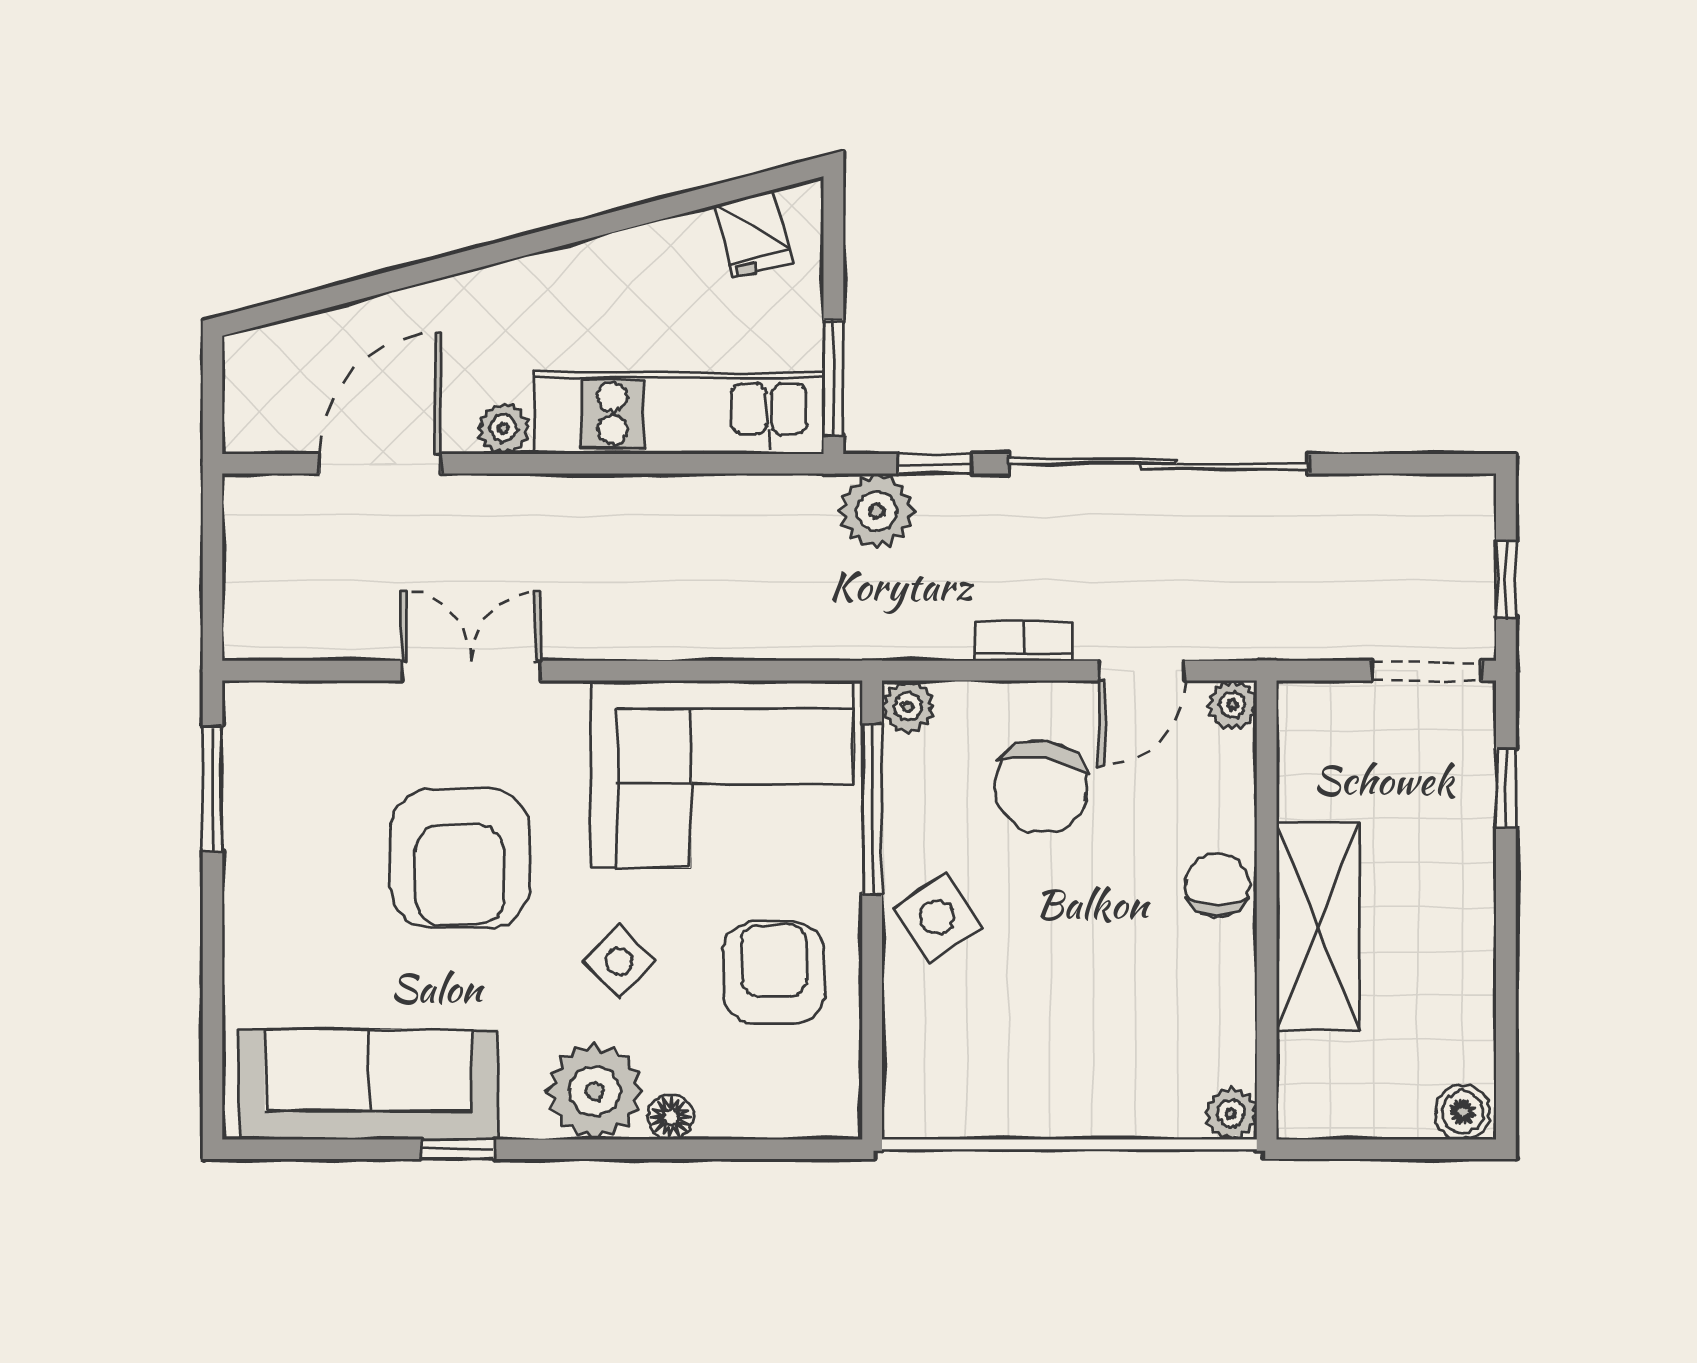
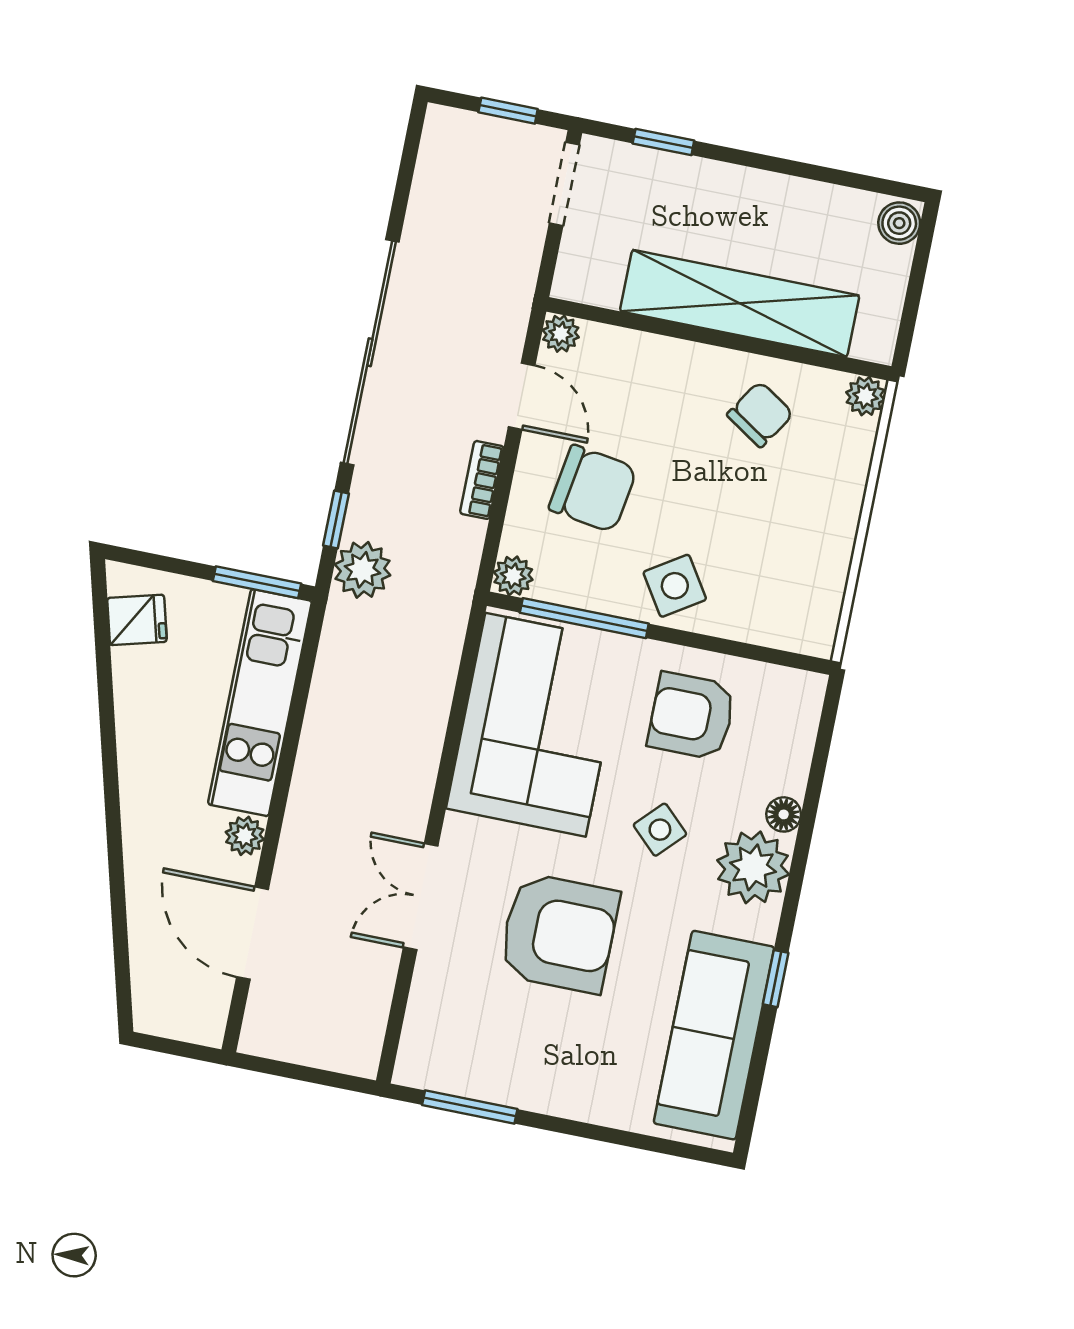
chair: (1217, 885) -> (760, 414), moved, turned 123
shelving: (1318, 927) -> (740, 303), width x1.47

